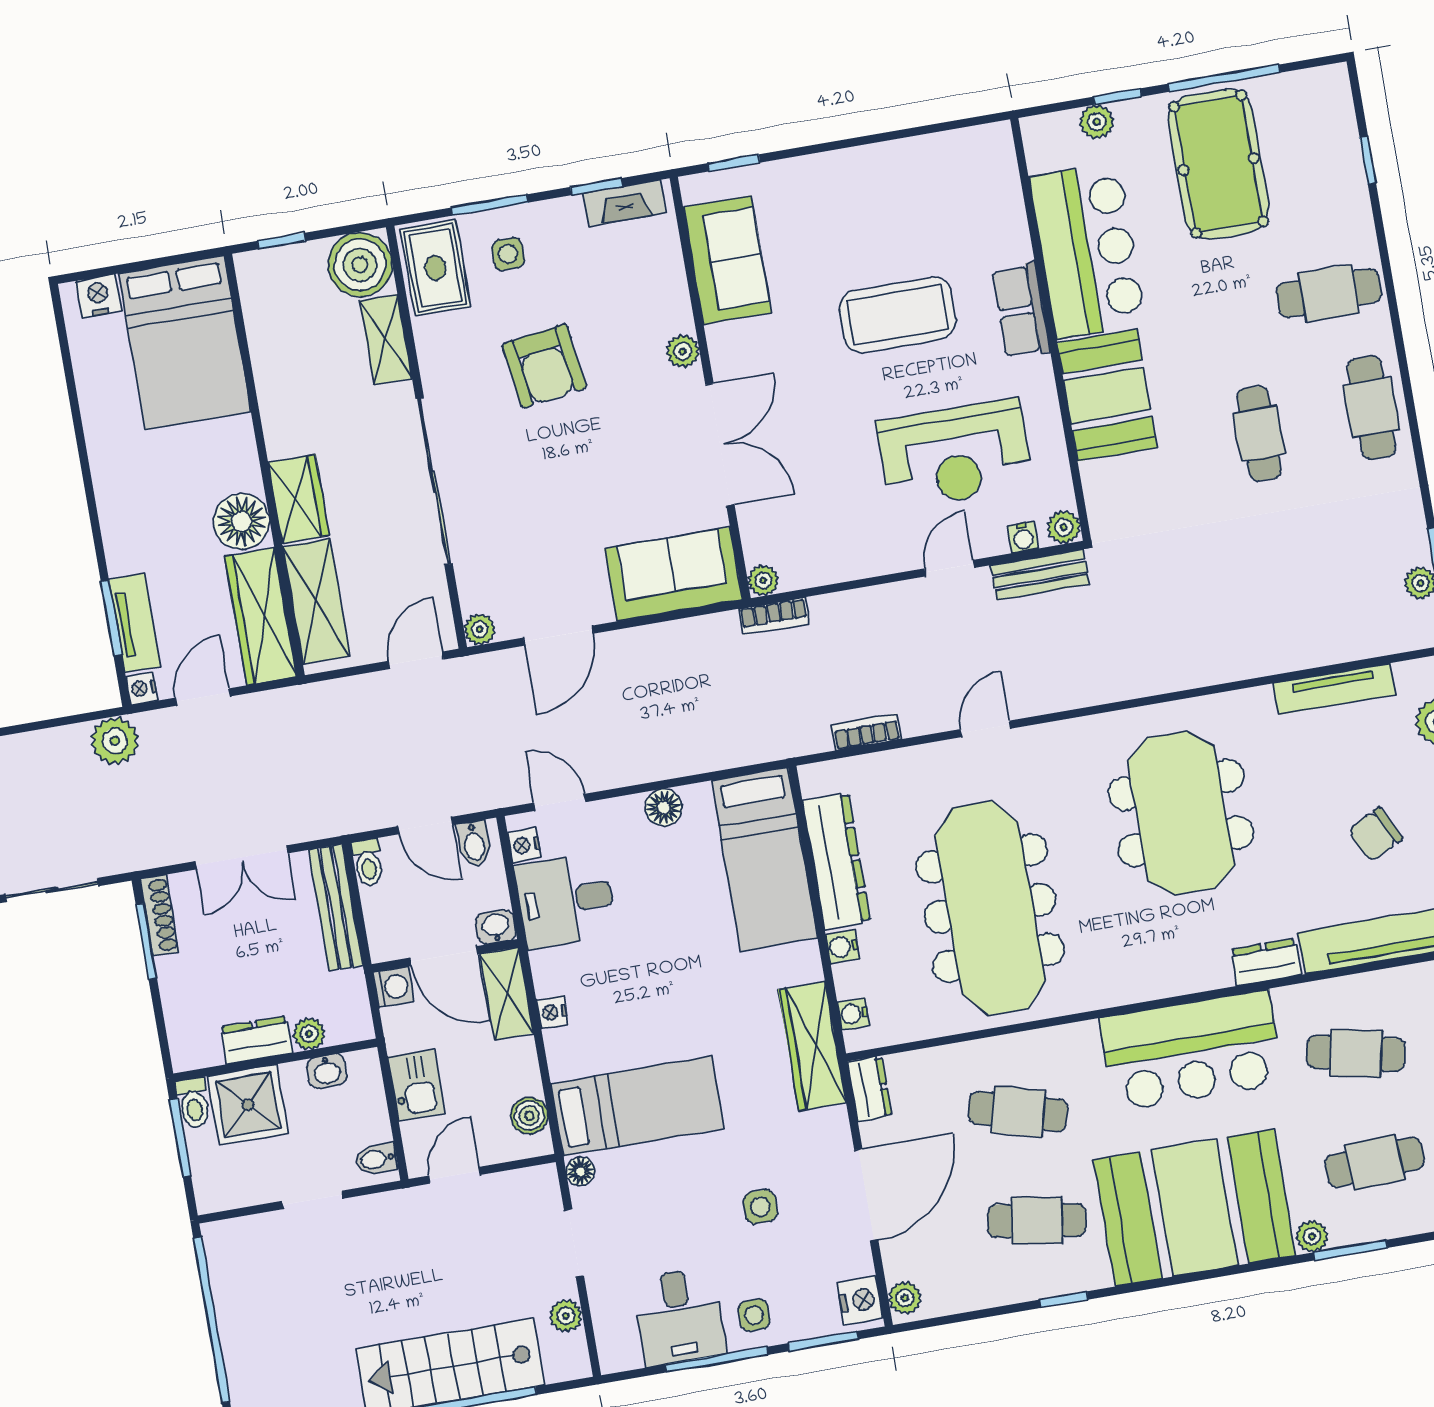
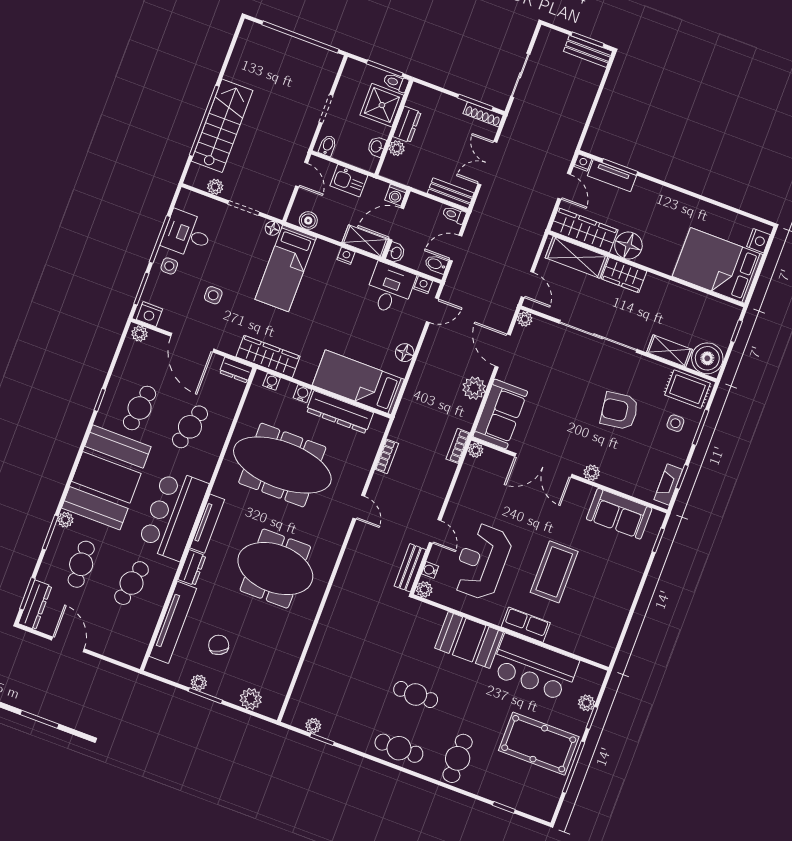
tv unit: (1334, 689) -> (207, 524), moved, turned 180
plant: (115, 741) -> (474, 388), moved
bench: (336, 907) -> (451, 193), width x0.73

